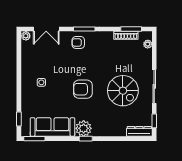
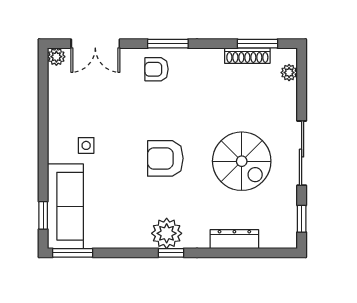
sofa: (52, 127) -> (65, 206), moved, turned 90
dresser: (139, 131) -> (234, 239), moved

